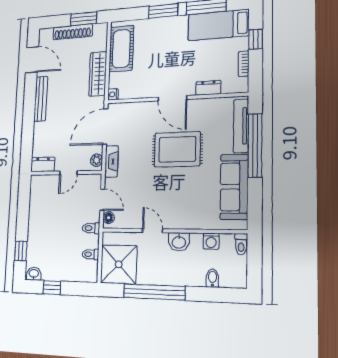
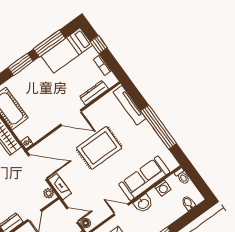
dresser: (208, 88) -> (94, 93), width x1.44
door: (105, 126) -> (38, 167), swing flipped
window: (255, 145) -> (159, 127), moved
sofa: (234, 187) -> (144, 178), moved, turned 90
bidet: (212, 278) -> (188, 203), moved

